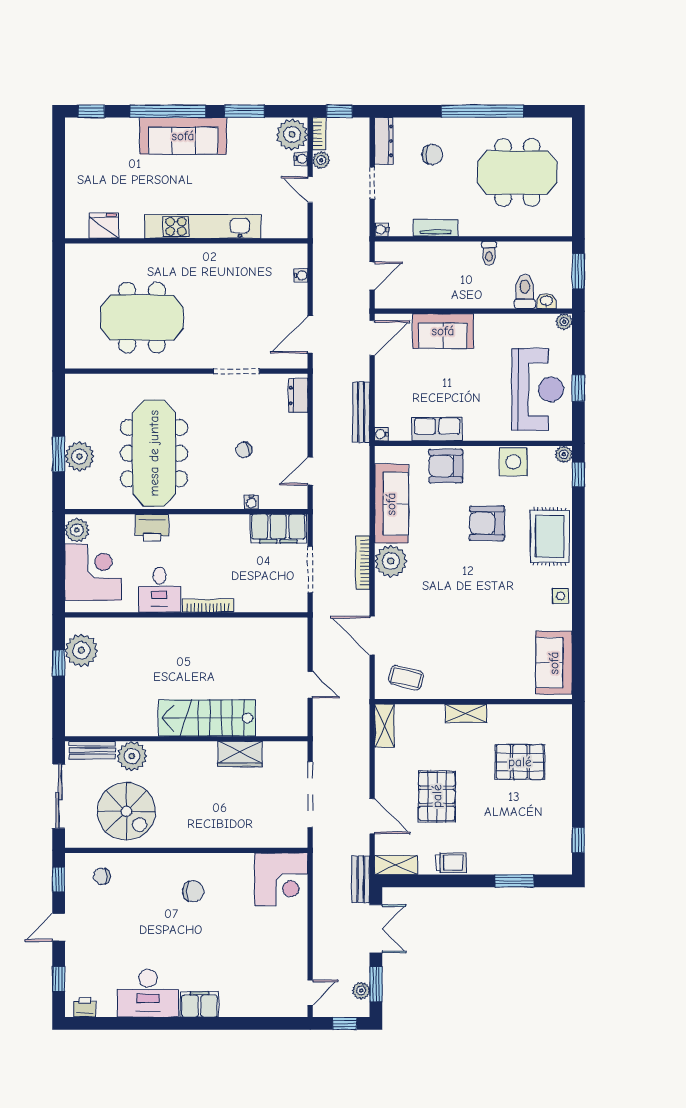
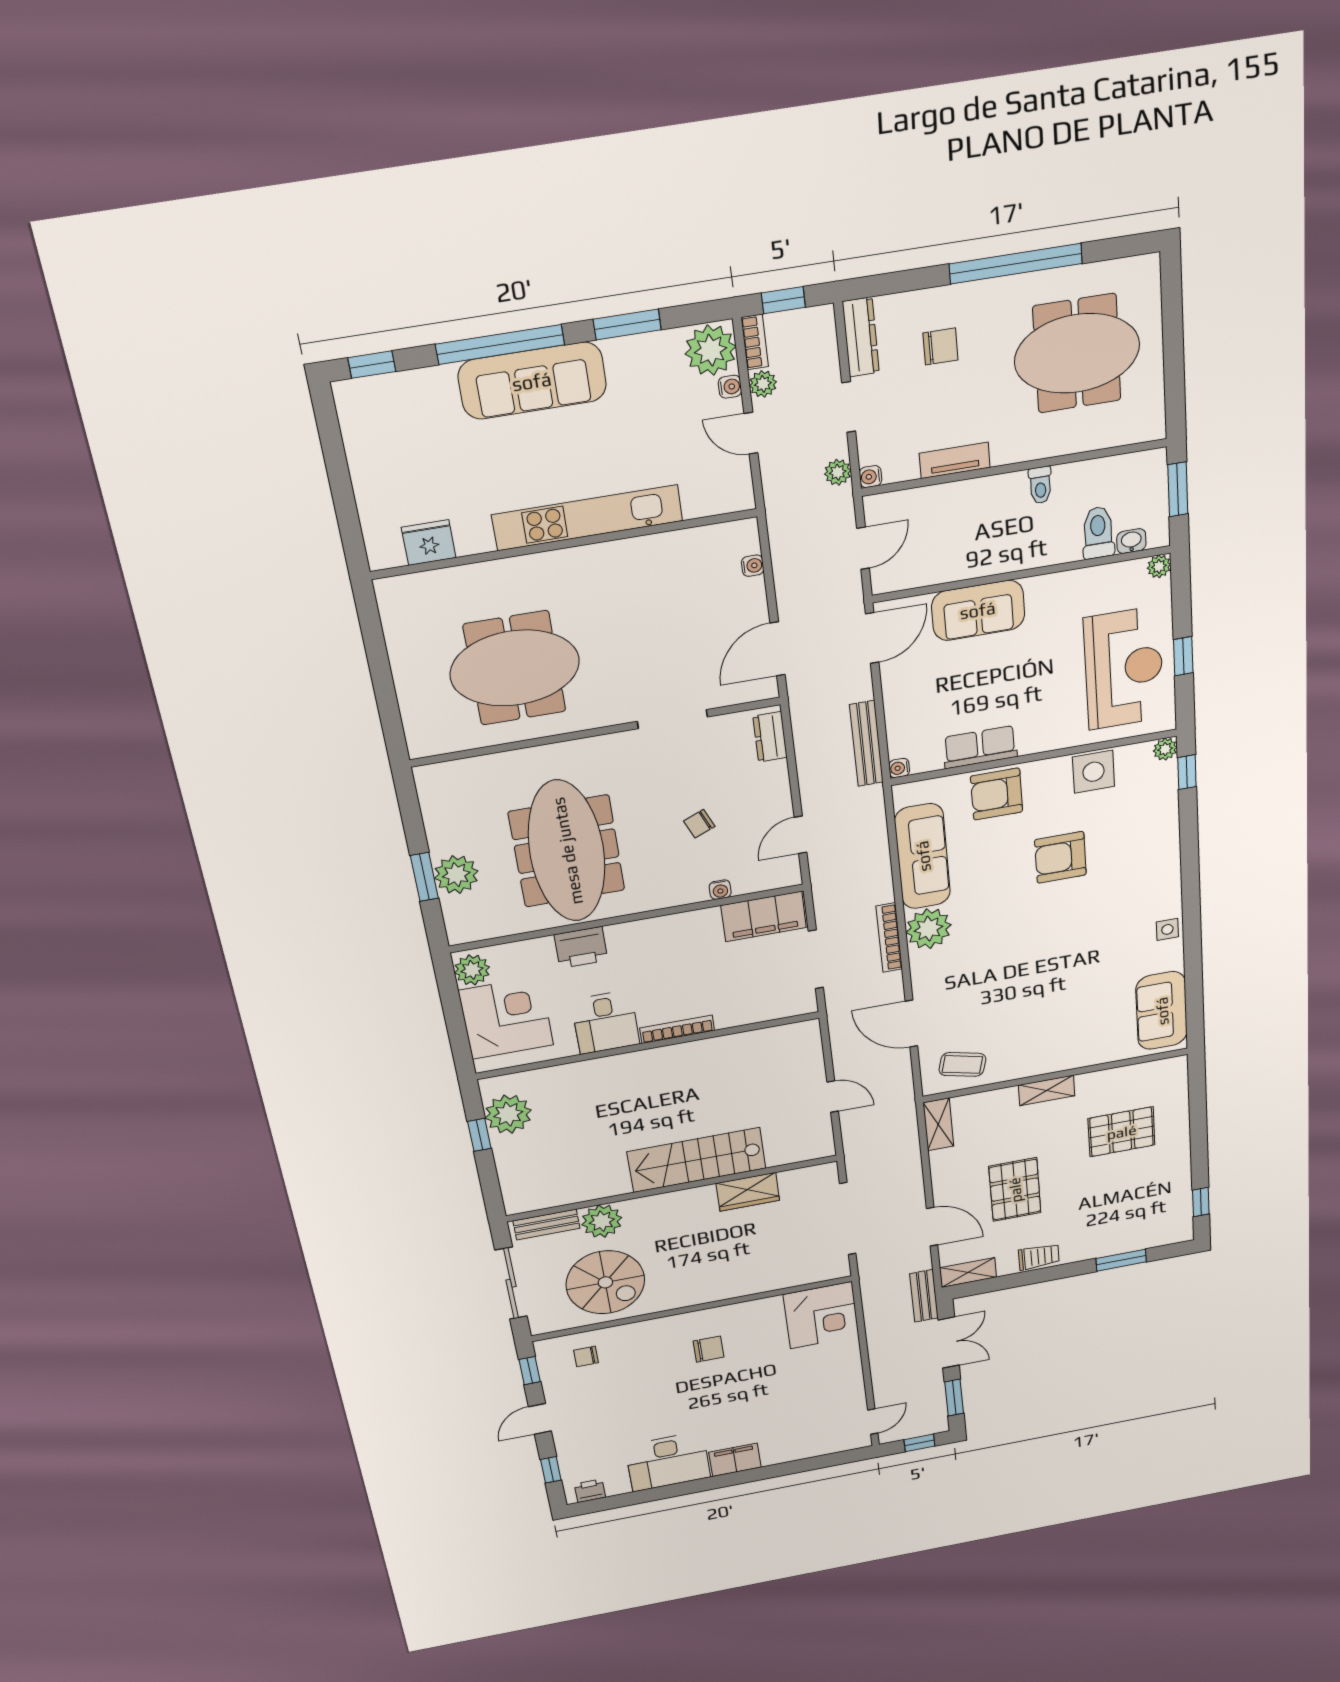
rug: (550, 536) -> (1150, 858), removed
plant: (361, 991) -> (838, 472), moved

